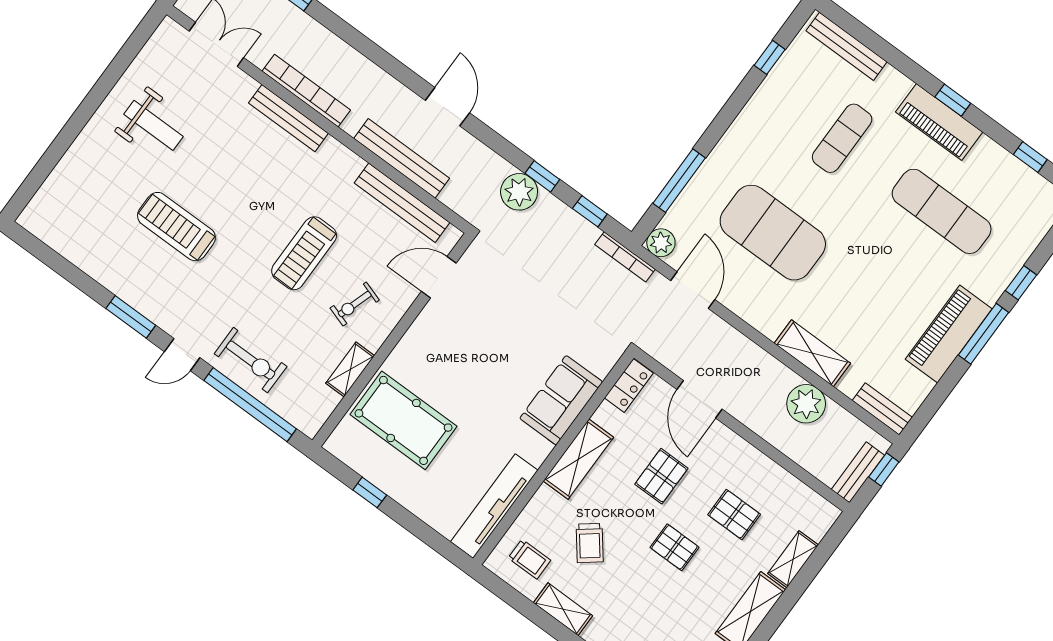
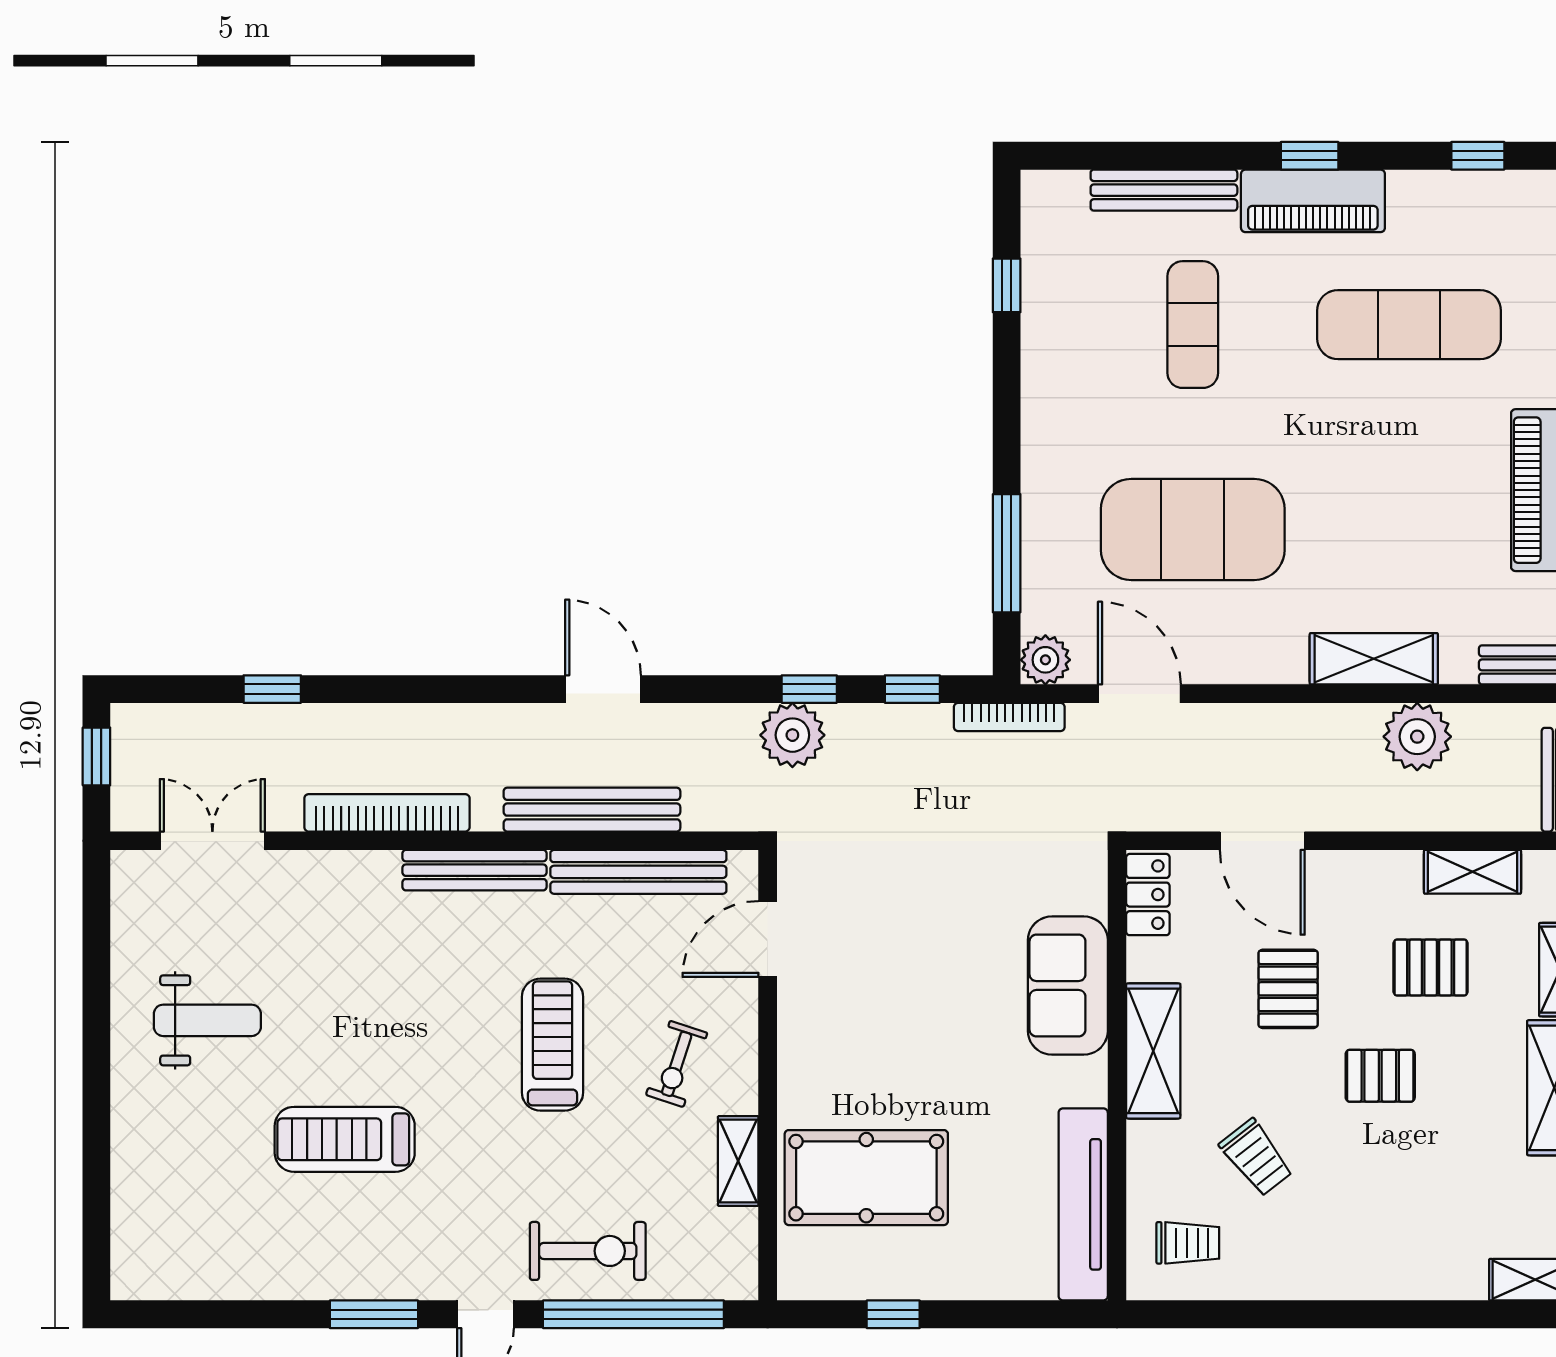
bench: (847, 46) -> (1164, 190), moved
bench: (288, 118) -> (475, 870), moved
treadmill: (304, 253) -> (552, 1045), turned 180
shelving: (563, 609) -> (1472, 872), moved

